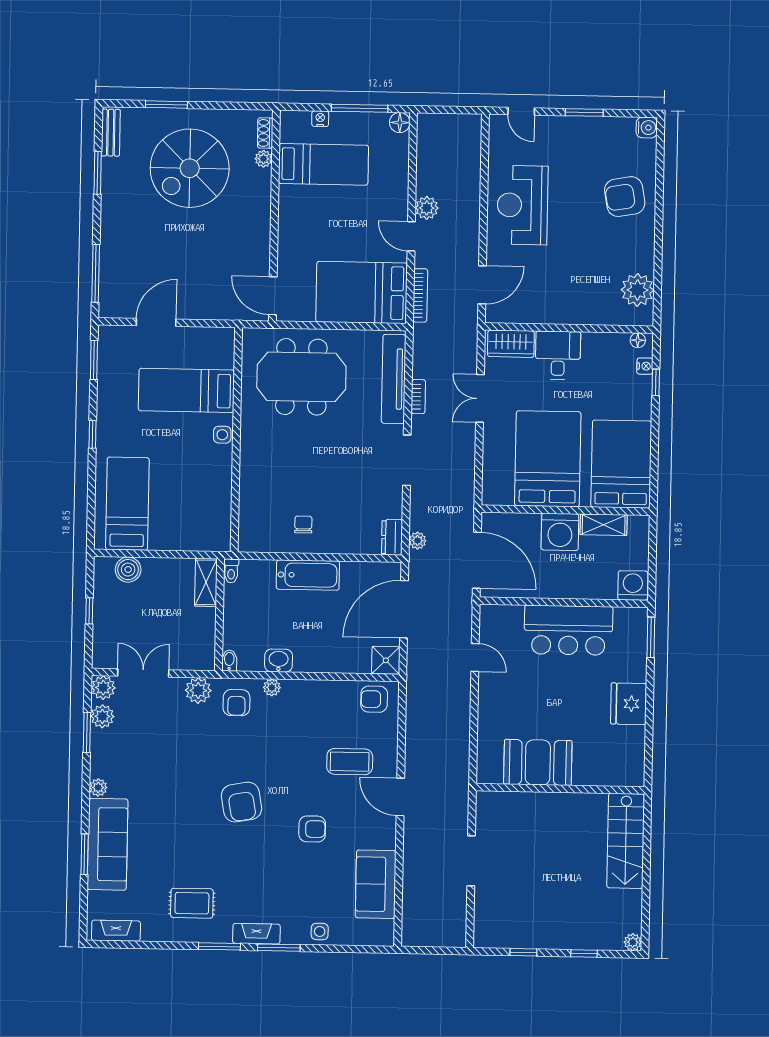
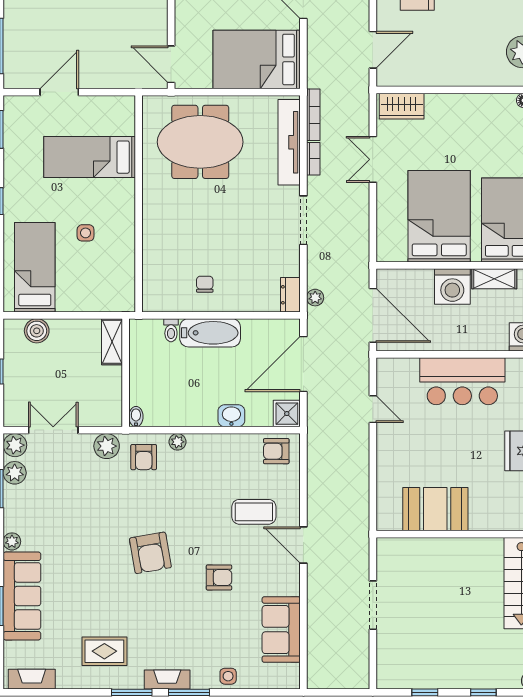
bookcase: (420, 295) -> (313, 115), moved
desk: (558, 355) -> (447, 116), removed
side table: (222, 435) -> (86, 233), moved
toilet: (231, 571) -> (171, 330), moved
washbasin: (279, 661) -> (231, 416), moved

